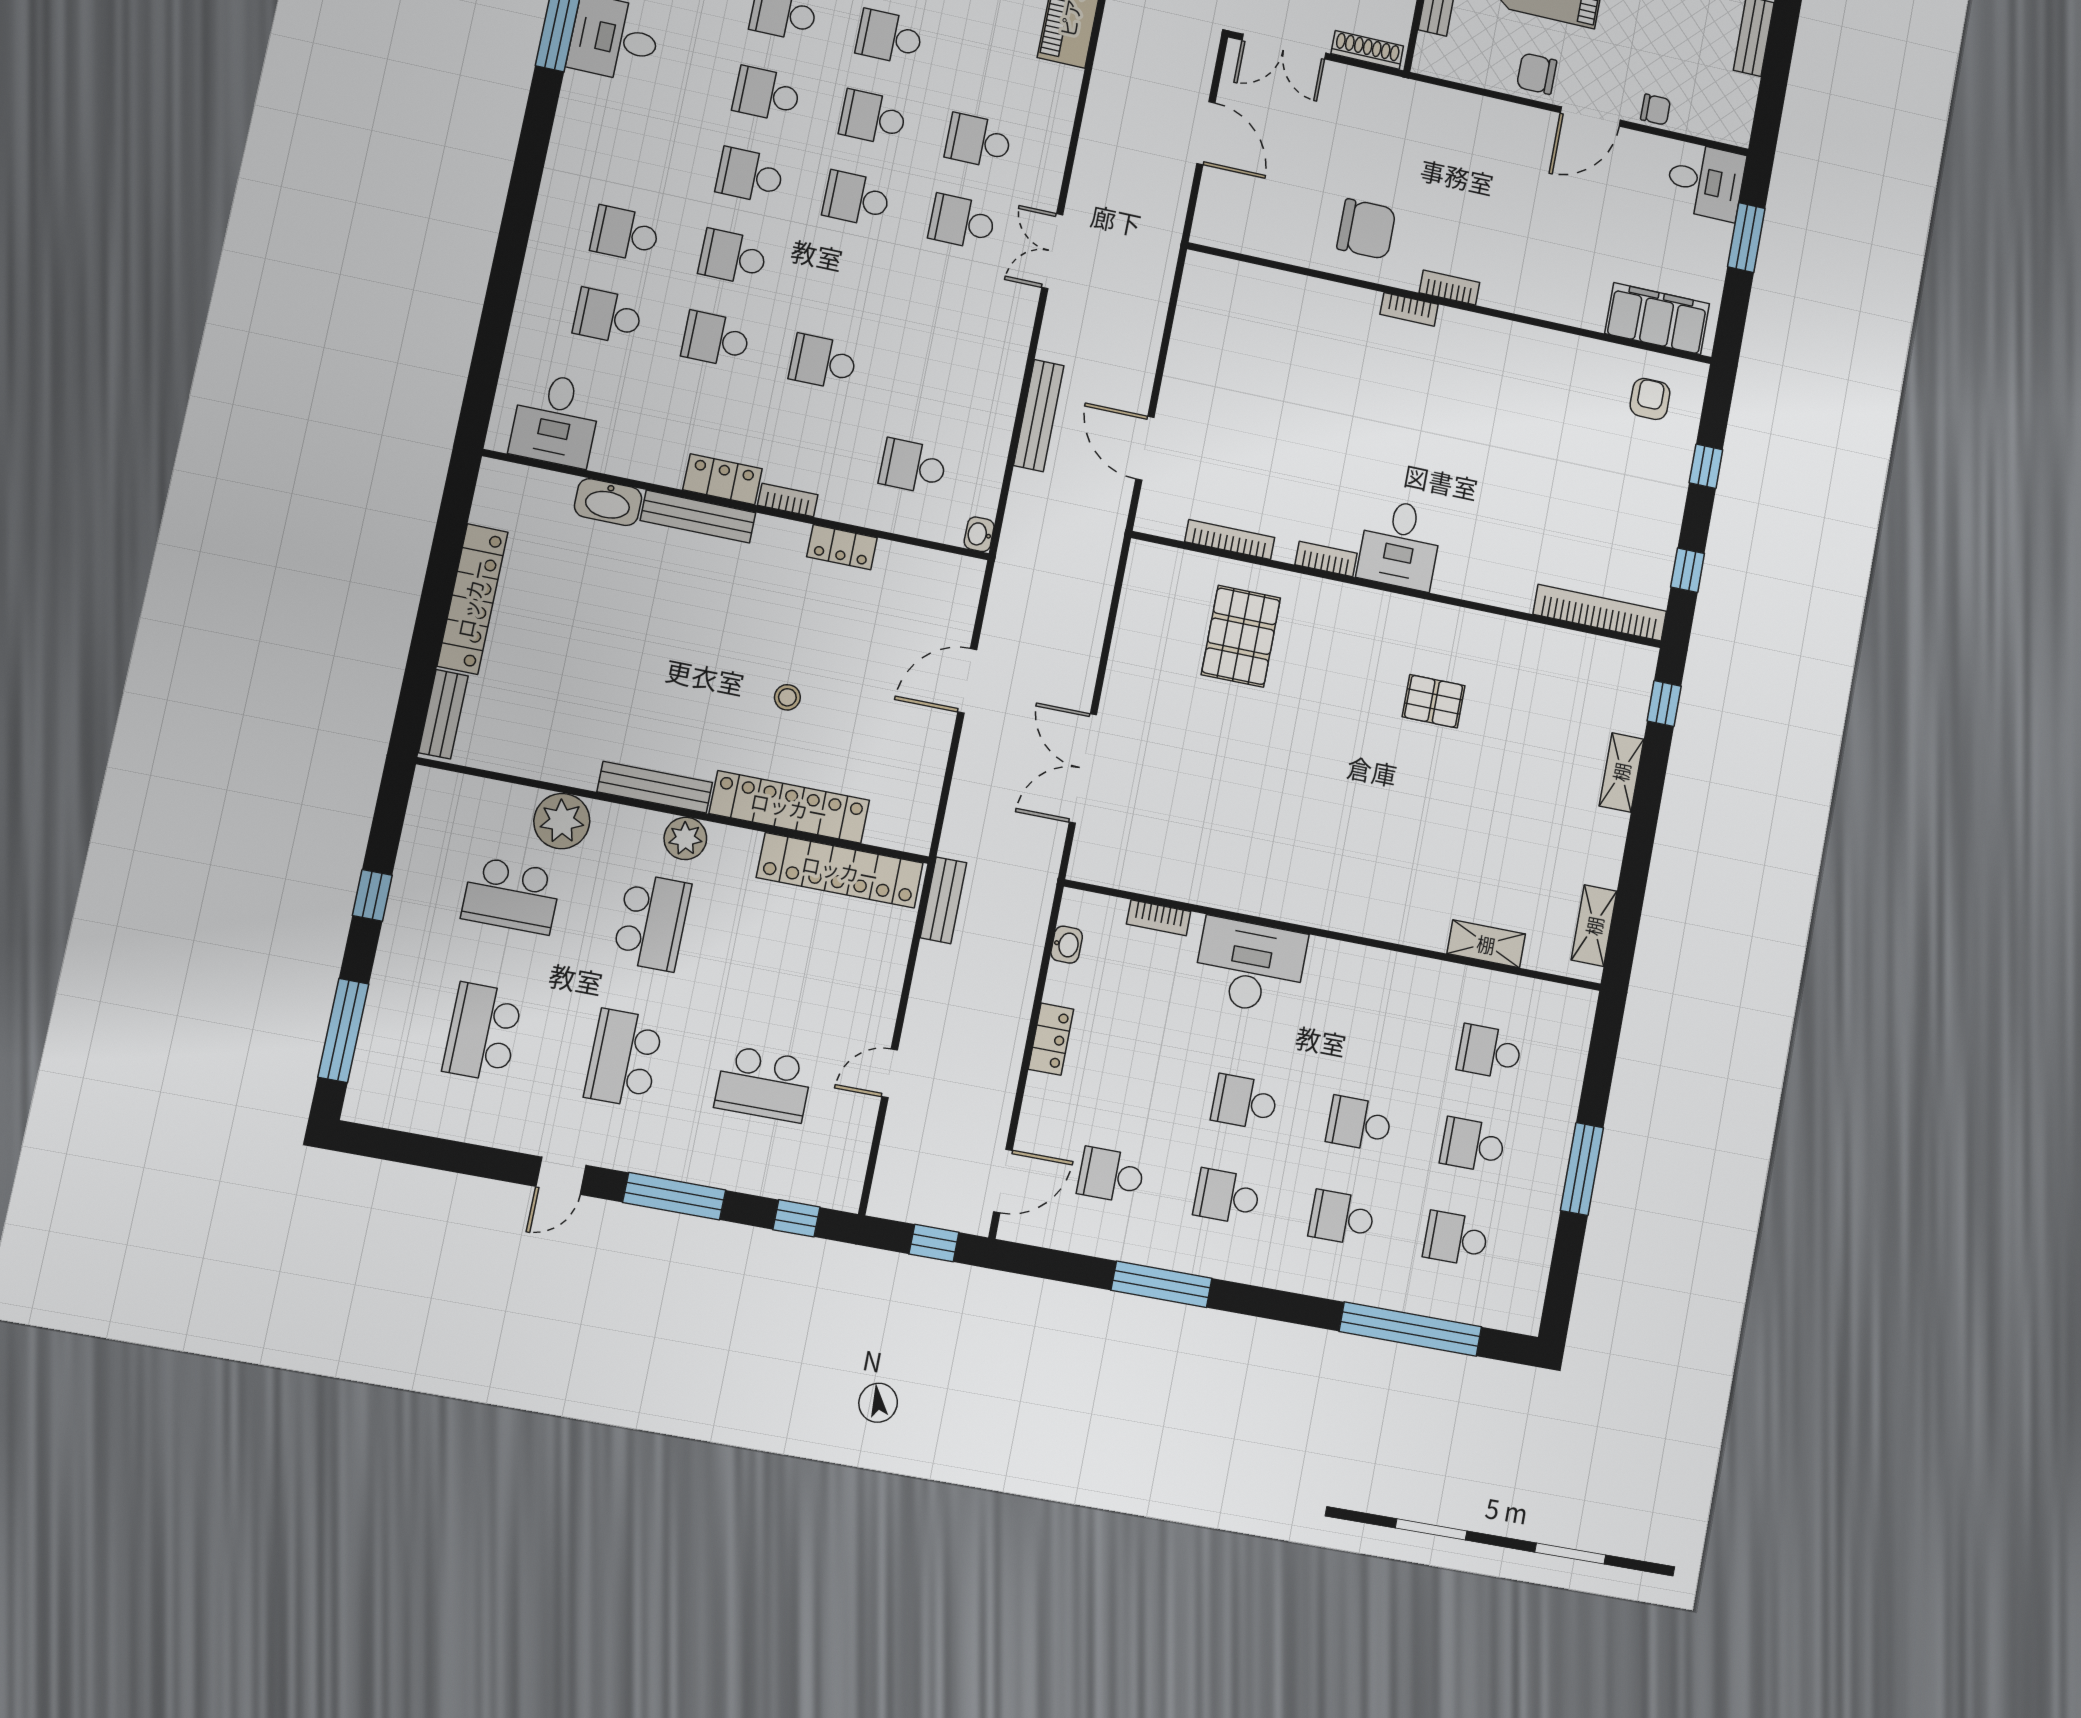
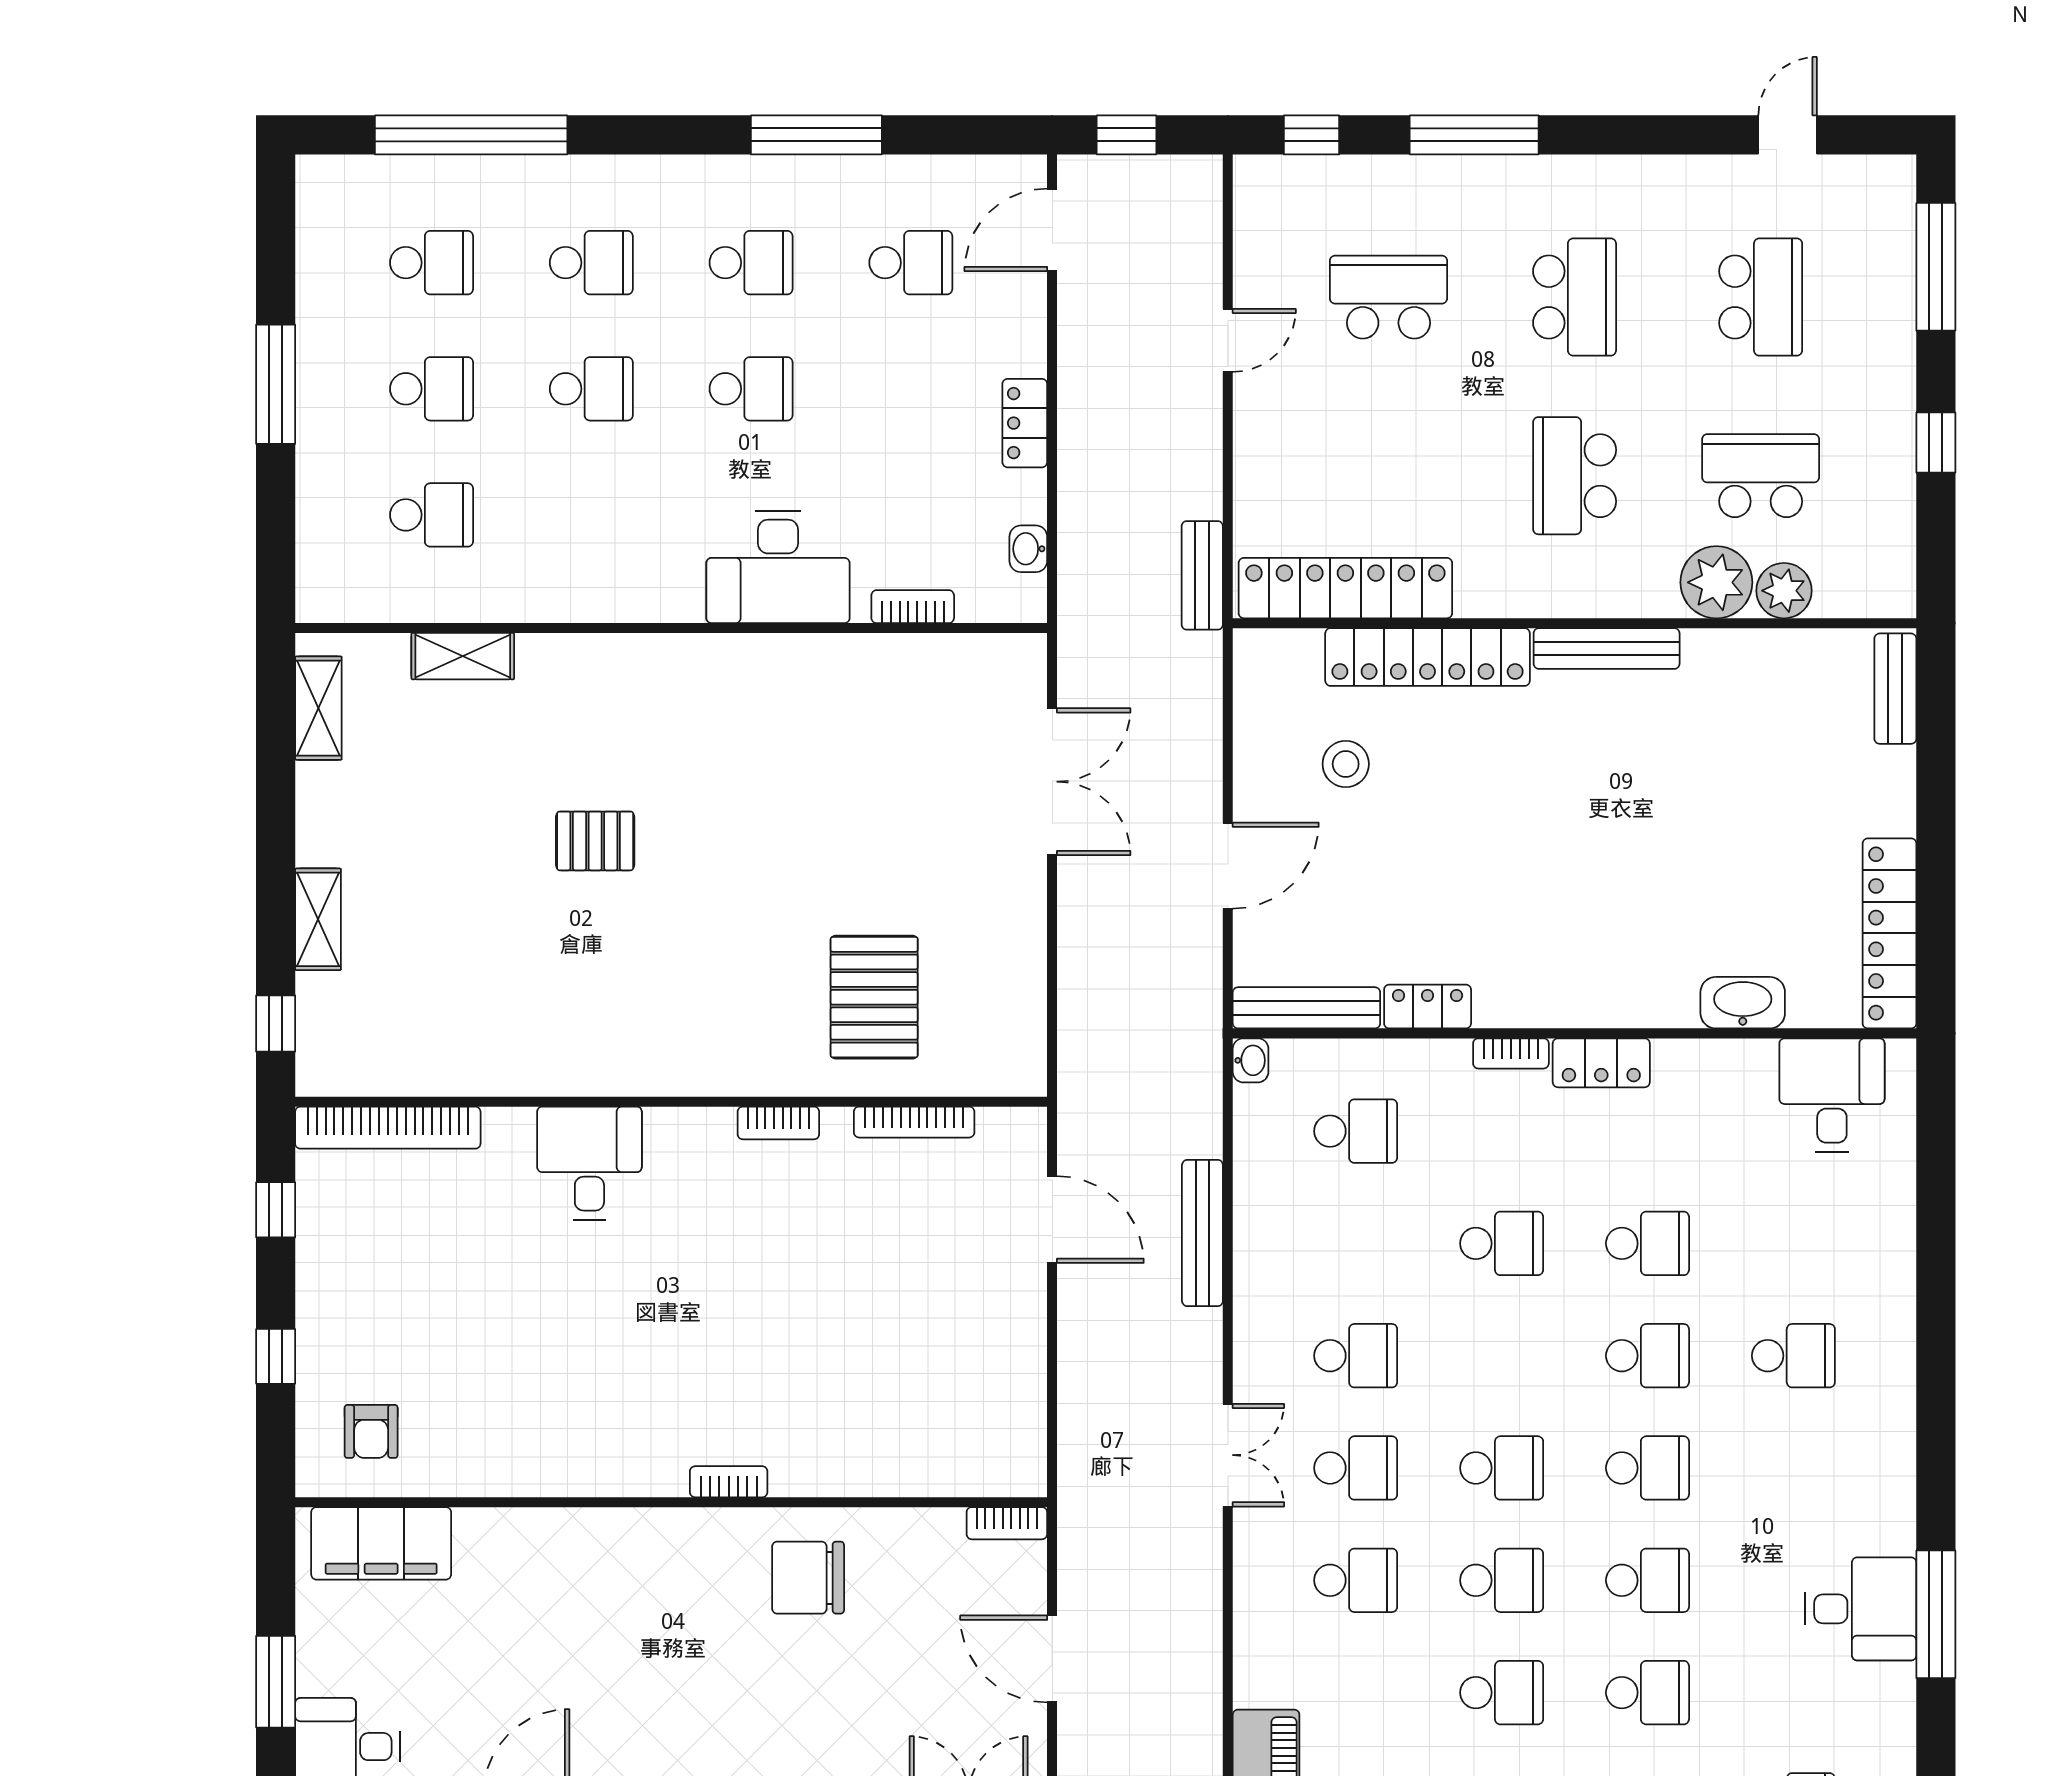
bookcase: (1449, 288) -> (1007, 1523), moved
school desk: (608, 316) -> (1356, 1356), moved
bench: (698, 517) -> (1306, 1008), moved
desk: (1400, 544) -> (589, 1163), moved
locker: (472, 599) -> (1889, 933), moved
stool: (787, 697) -> (1346, 764), moved, width x1.37, depth x1.37
pallet: (1434, 701) -> (595, 841), moved
plant: (685, 838) -> (1784, 591), moved
door: (561, 1176) -> (1788, 135), moved

